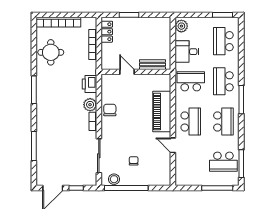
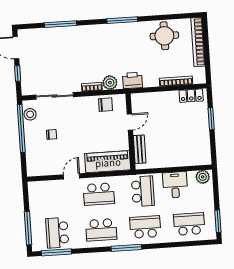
bench: (152, 65) -> (140, 149), moved
door: (127, 72) -> (130, 122), moved
wall: (136, 72) -> (131, 132), moved

